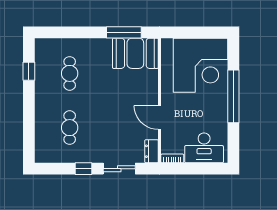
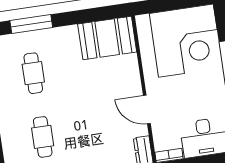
window: (124, 32) -> (31, 24), moved

